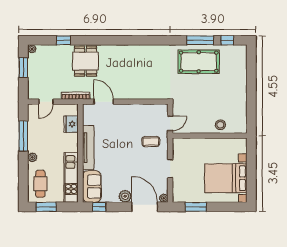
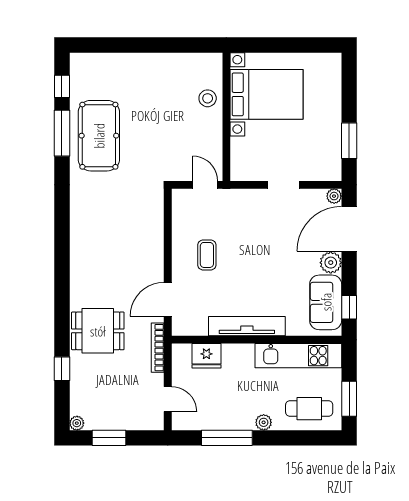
coffee table: (151, 142) -> (207, 255), moved
bed with nightstands: (226, 178) -> (266, 94), moved, turned -90
sofa: (92, 187) -> (326, 302), moved, turned -90

